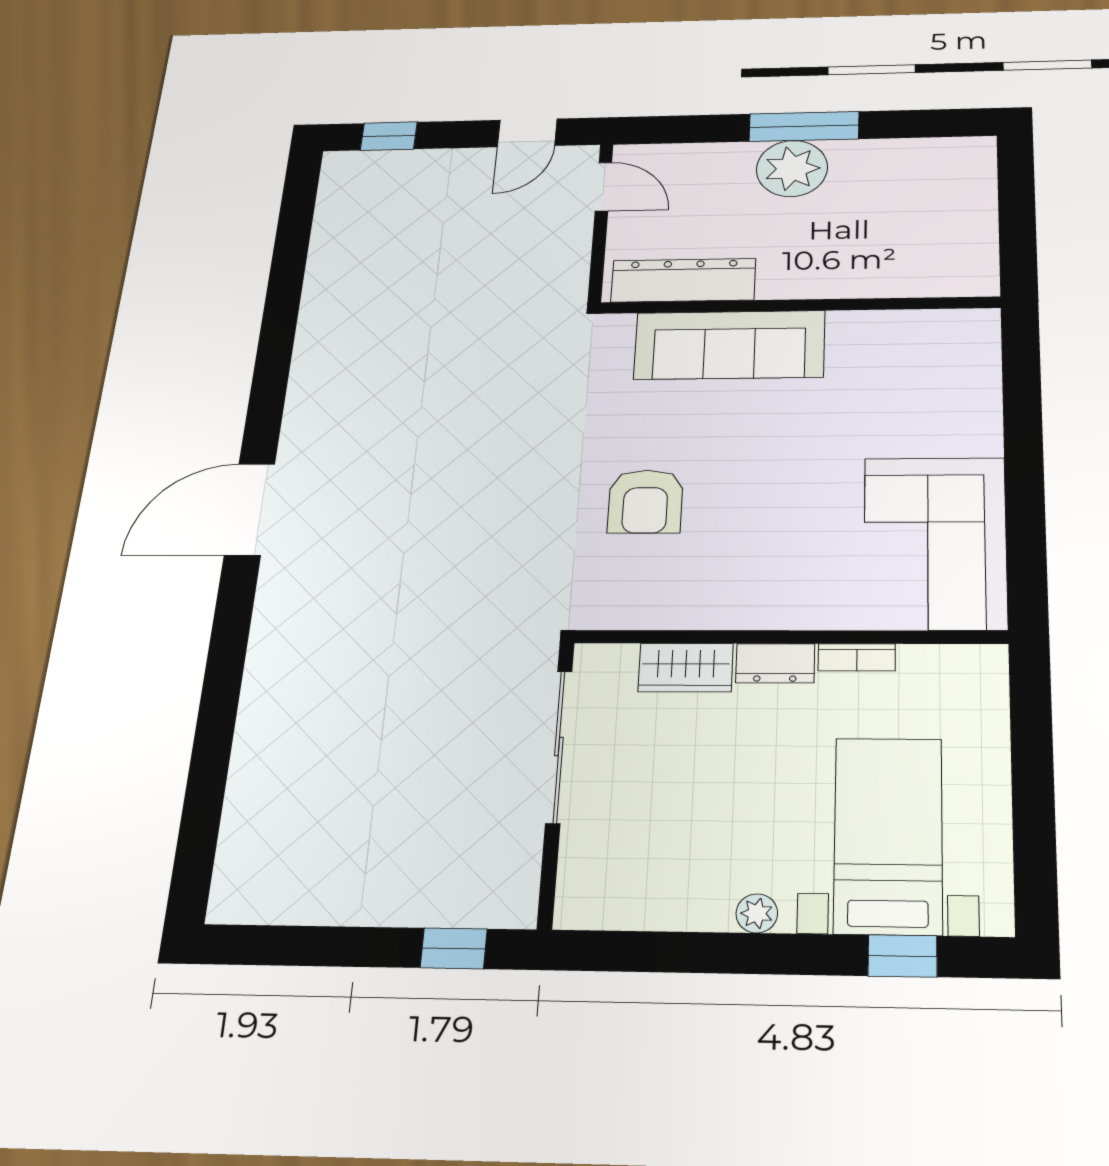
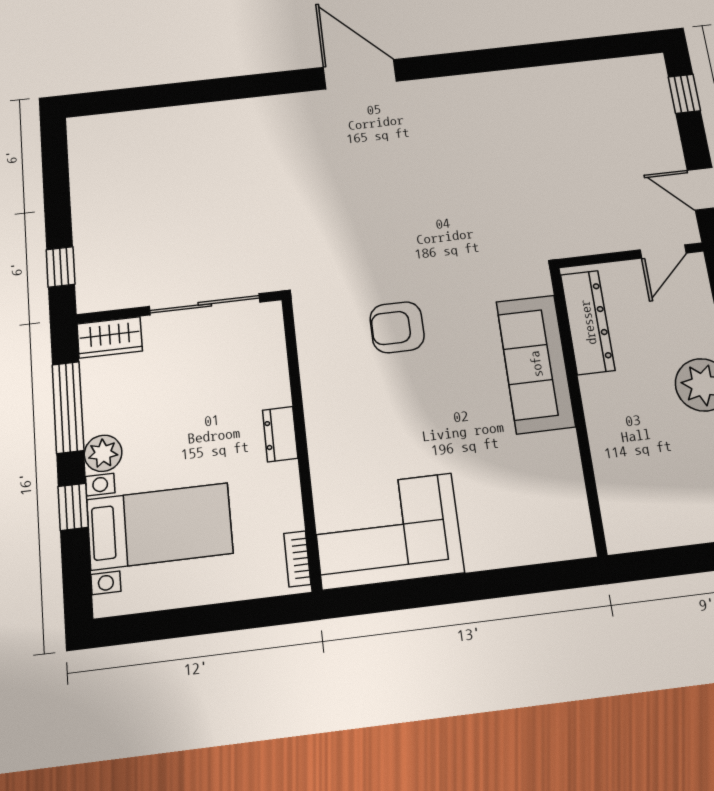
bookcase: (857, 657) -> (297, 559), moved
wardrobe: (686, 668) -> (110, 337), moved, turned -90
plant: (757, 913) -> (103, 453), width x1.38, depth x1.38
window: (684, 952) -> (68, 407), added
window: (902, 956) -> (73, 507), moved

